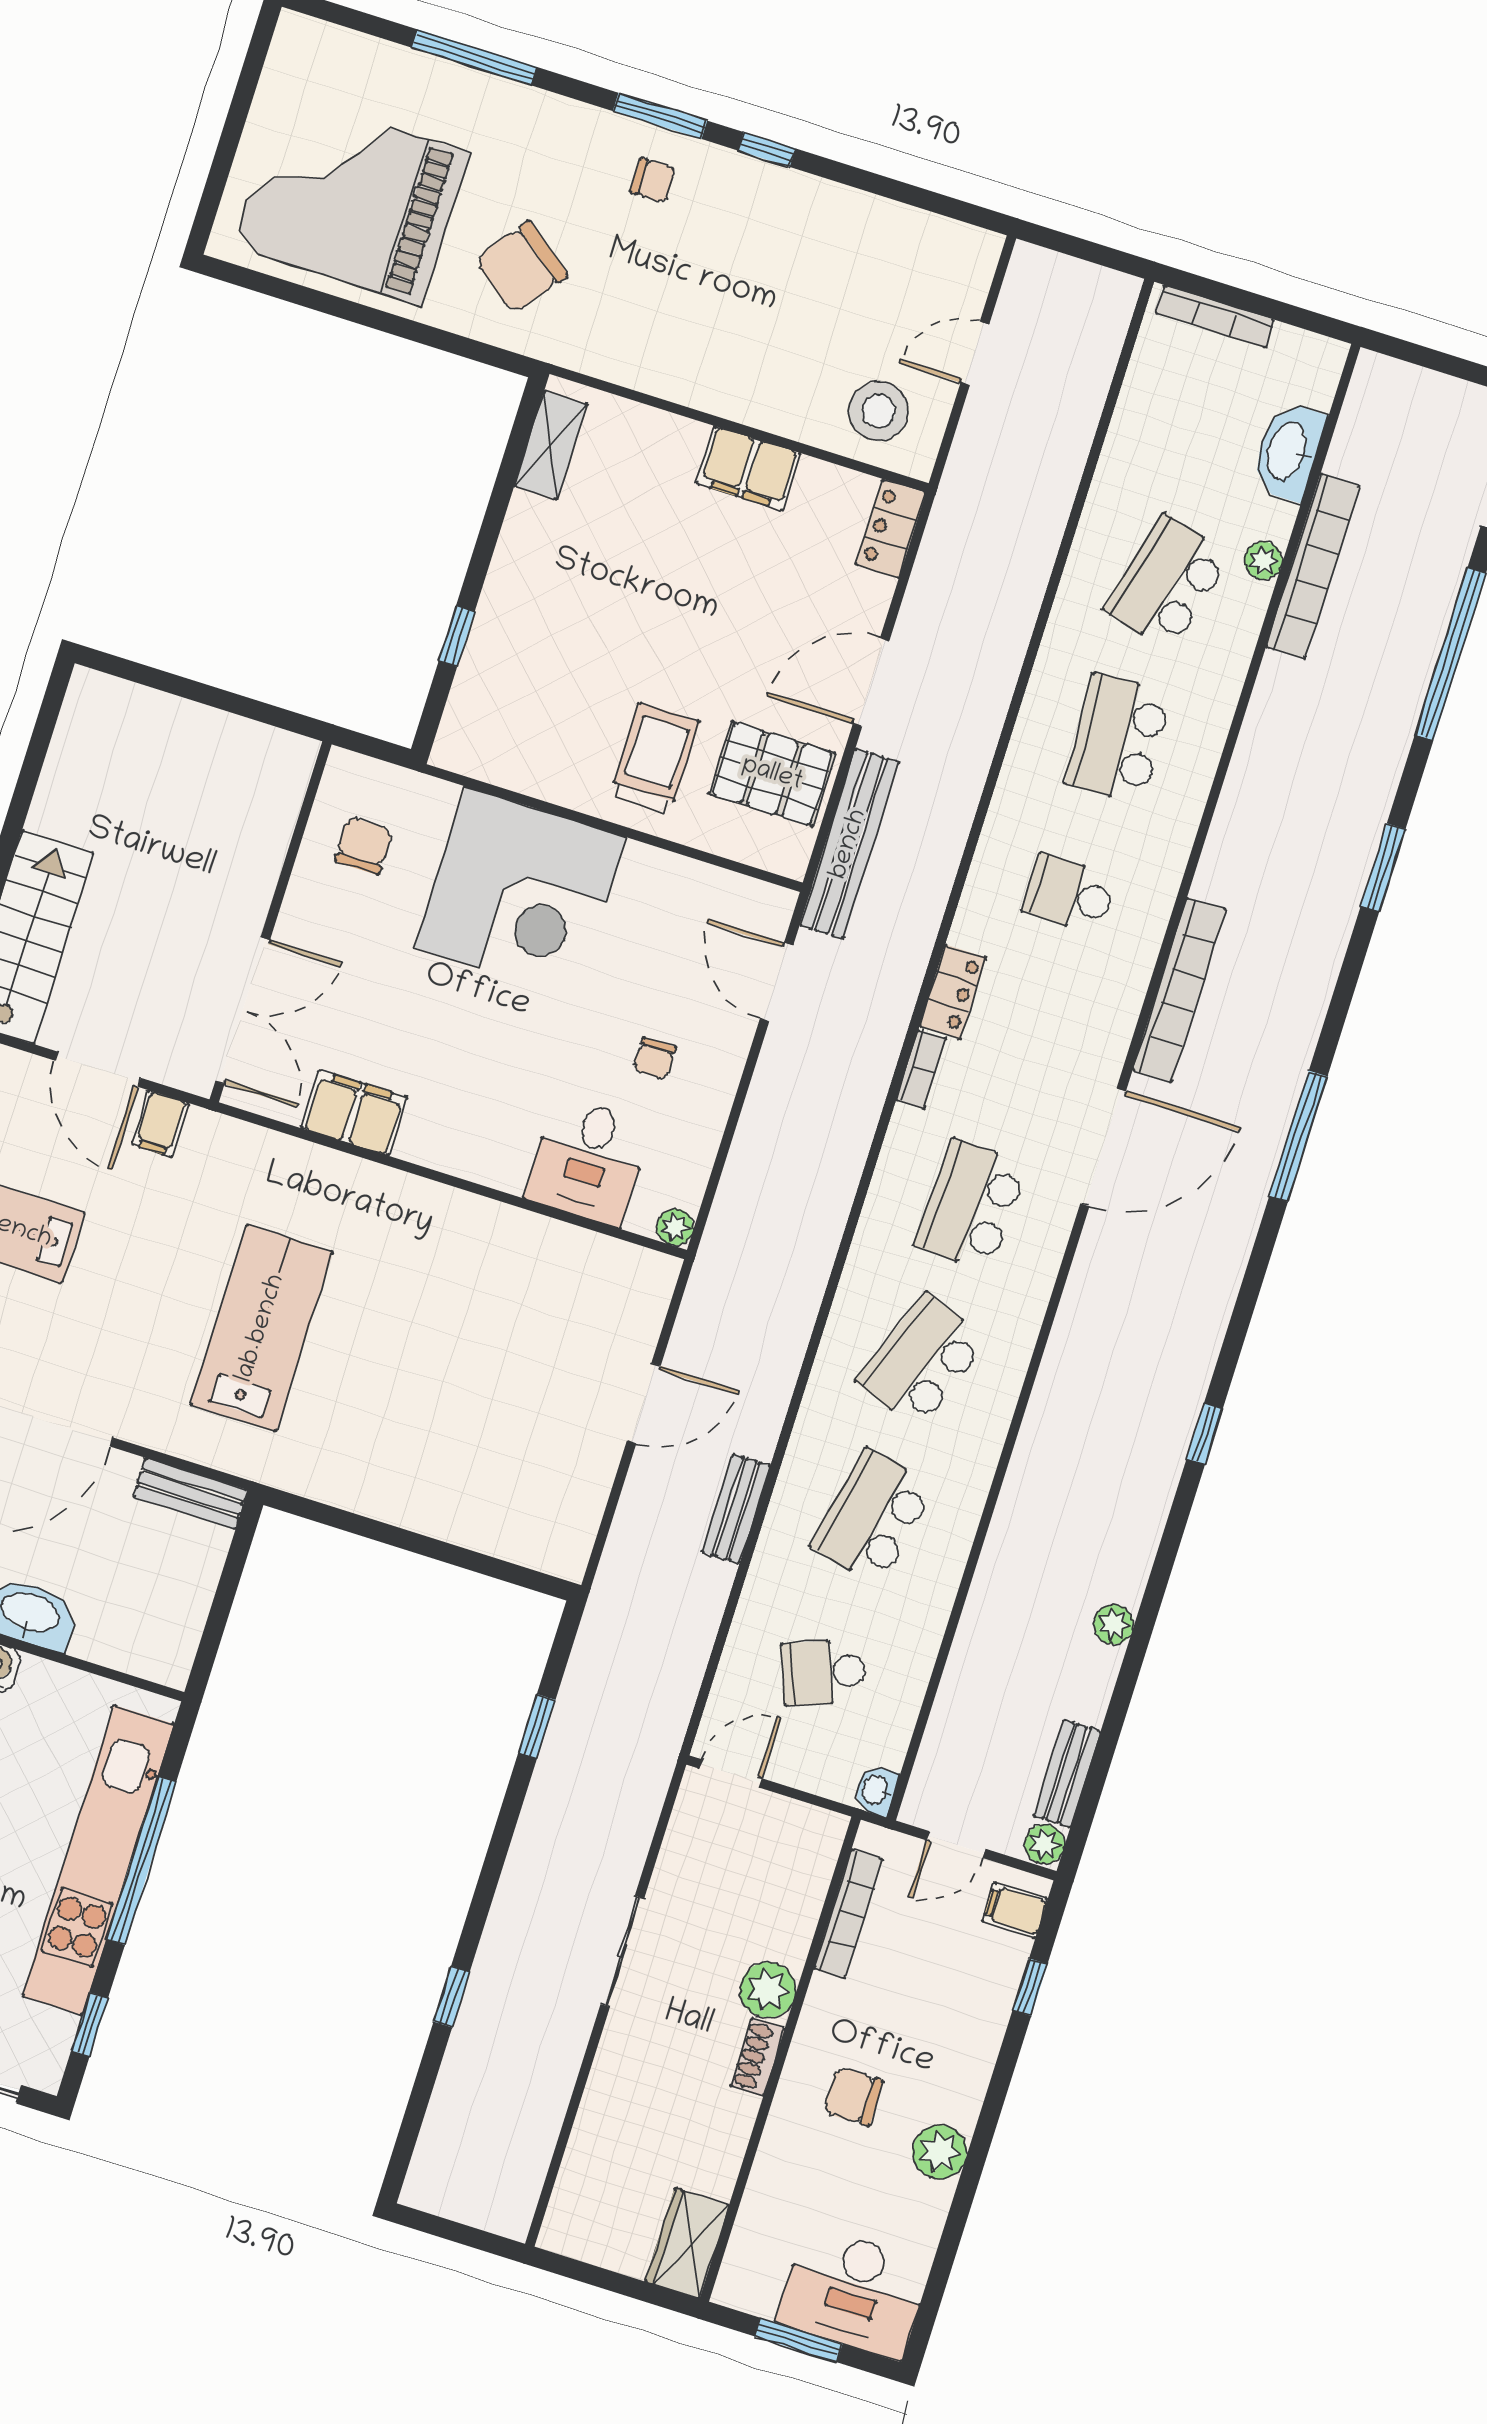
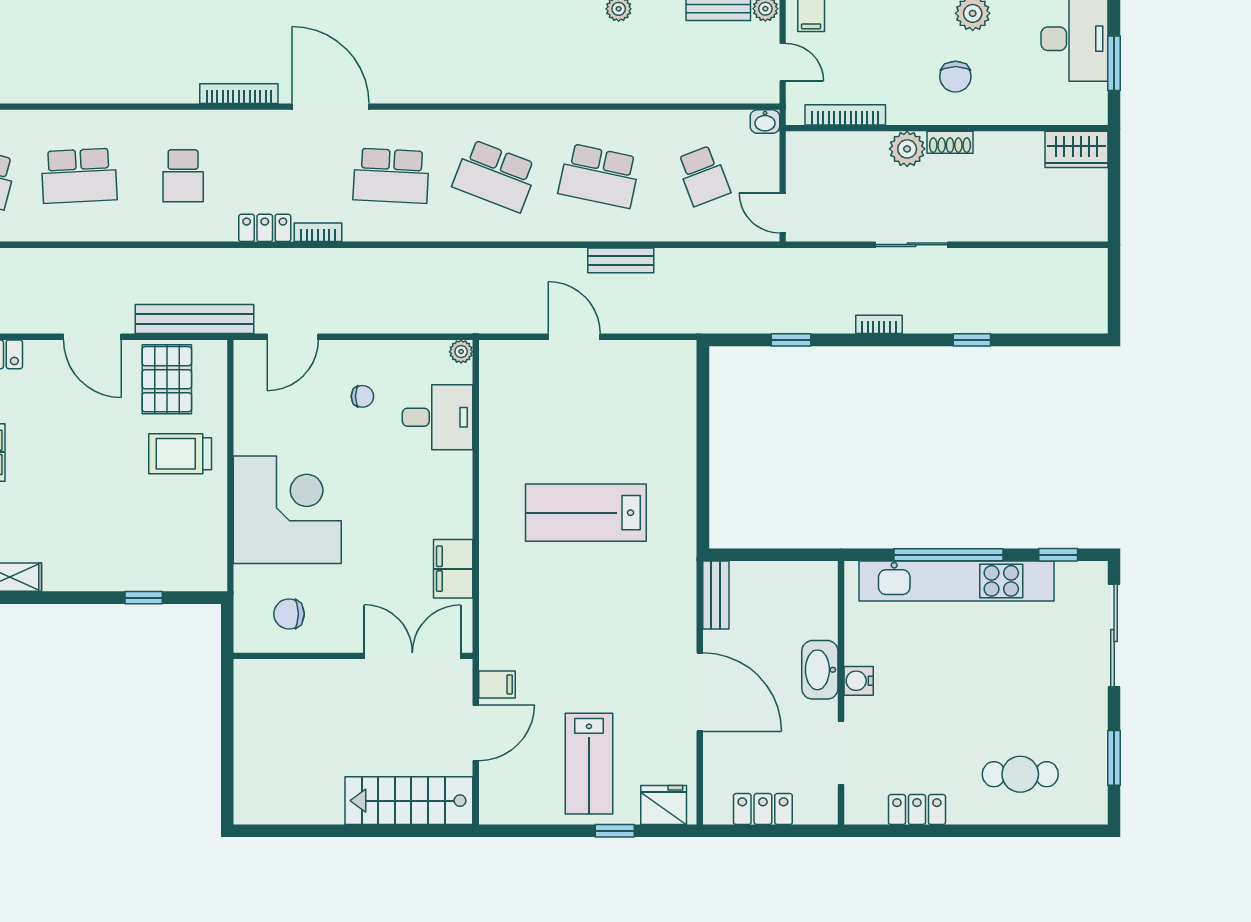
bookcase: (1179, 990) -> (239, 94), width x0.68, depth x0.76
lab bench: (261, 1328) -> (586, 513), moved
bookcase: (518, 1865) -> (879, 324), added

